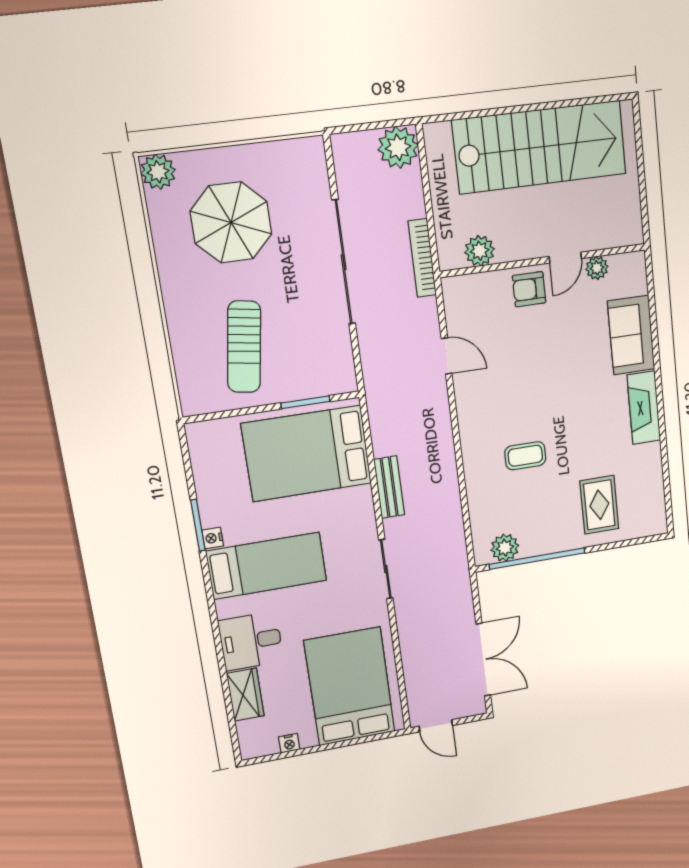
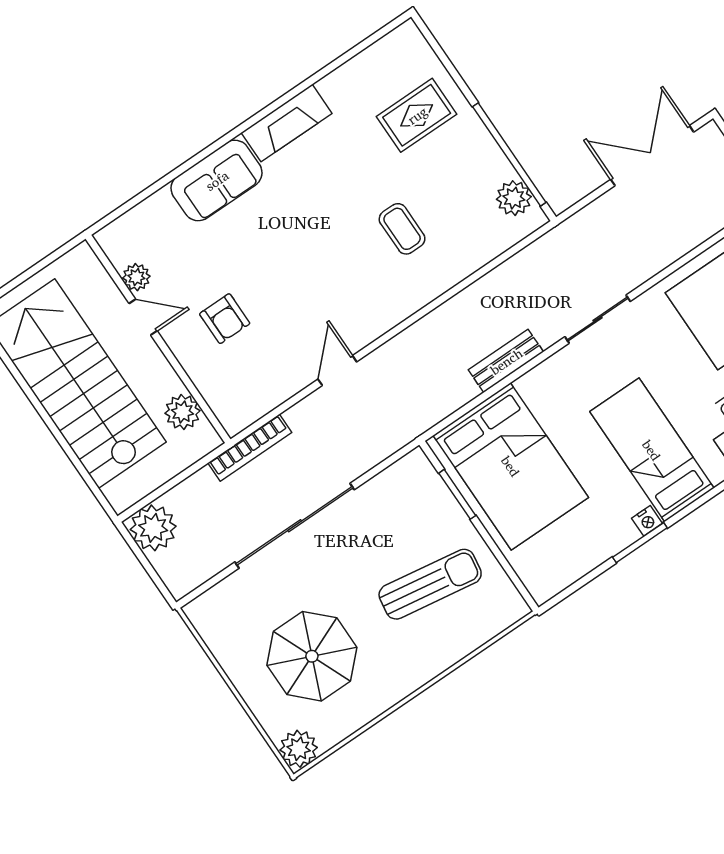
plant: (480, 251) -> (183, 412), moved
door: (565, 258) -> (143, 317), moved
wall: (544, 261) -> (158, 339), moved
plant: (597, 268) -> (136, 277), moved

